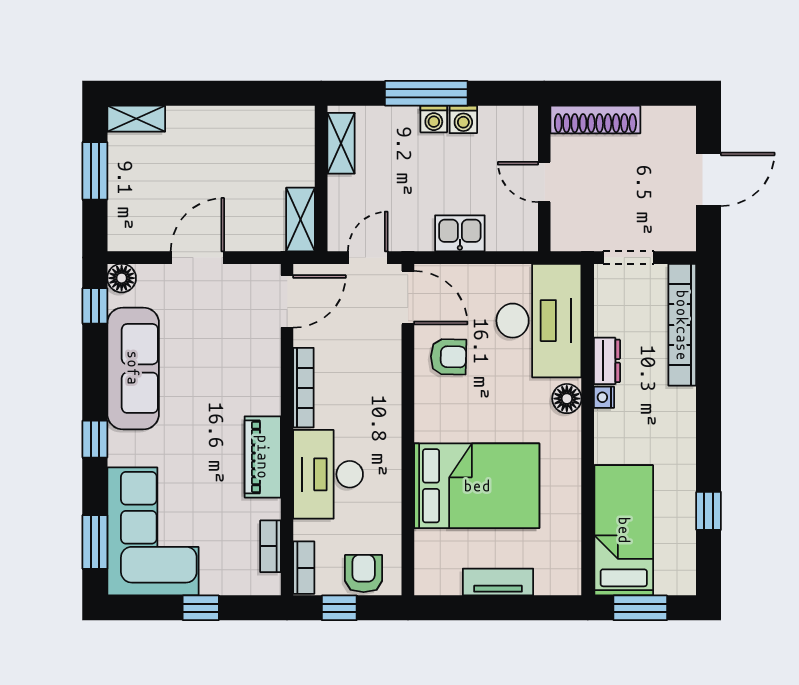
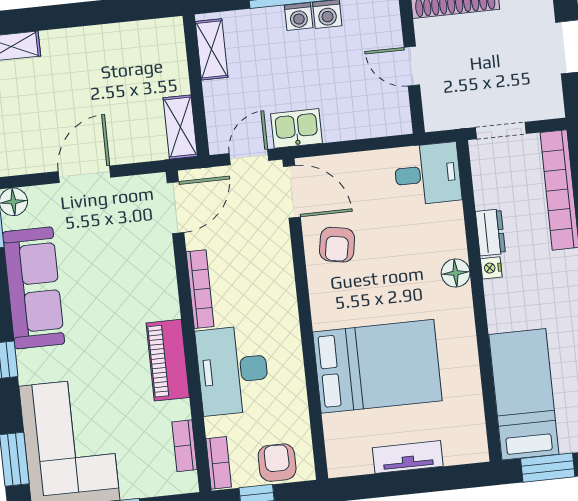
kitchen sink: (460, 233) -> (296, 128), moved
desk: (539, 321) -> (427, 174), width x0.53, depth x0.77
armchair: (449, 357) -> (337, 245), turned 99

